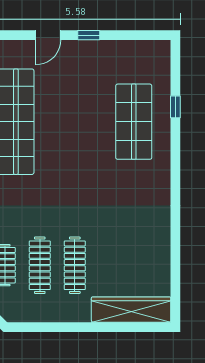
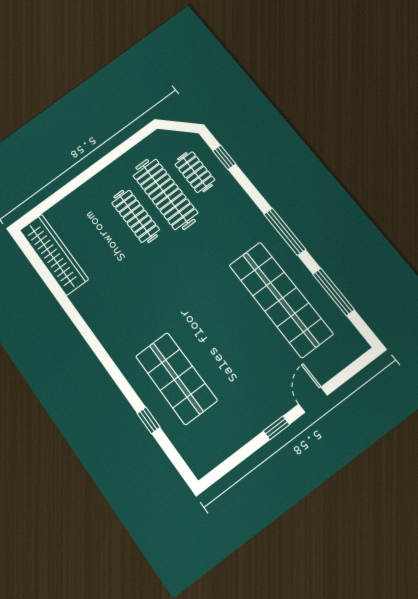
clothes rail: (40, 265) -> (165, 194), width x1.37, depth x1.31
wardrobe: (131, 310) -> (54, 254), moved, turned -90

